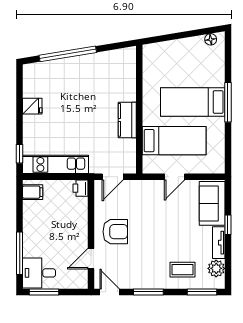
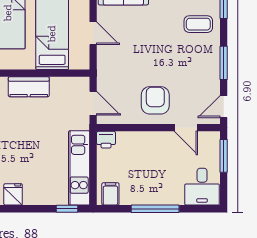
window: (20, 253) -> (155, 209), moved
coffee table: (183, 270) -> (198, 24), turned 90
window: (44, 292) -> (224, 156), moved

